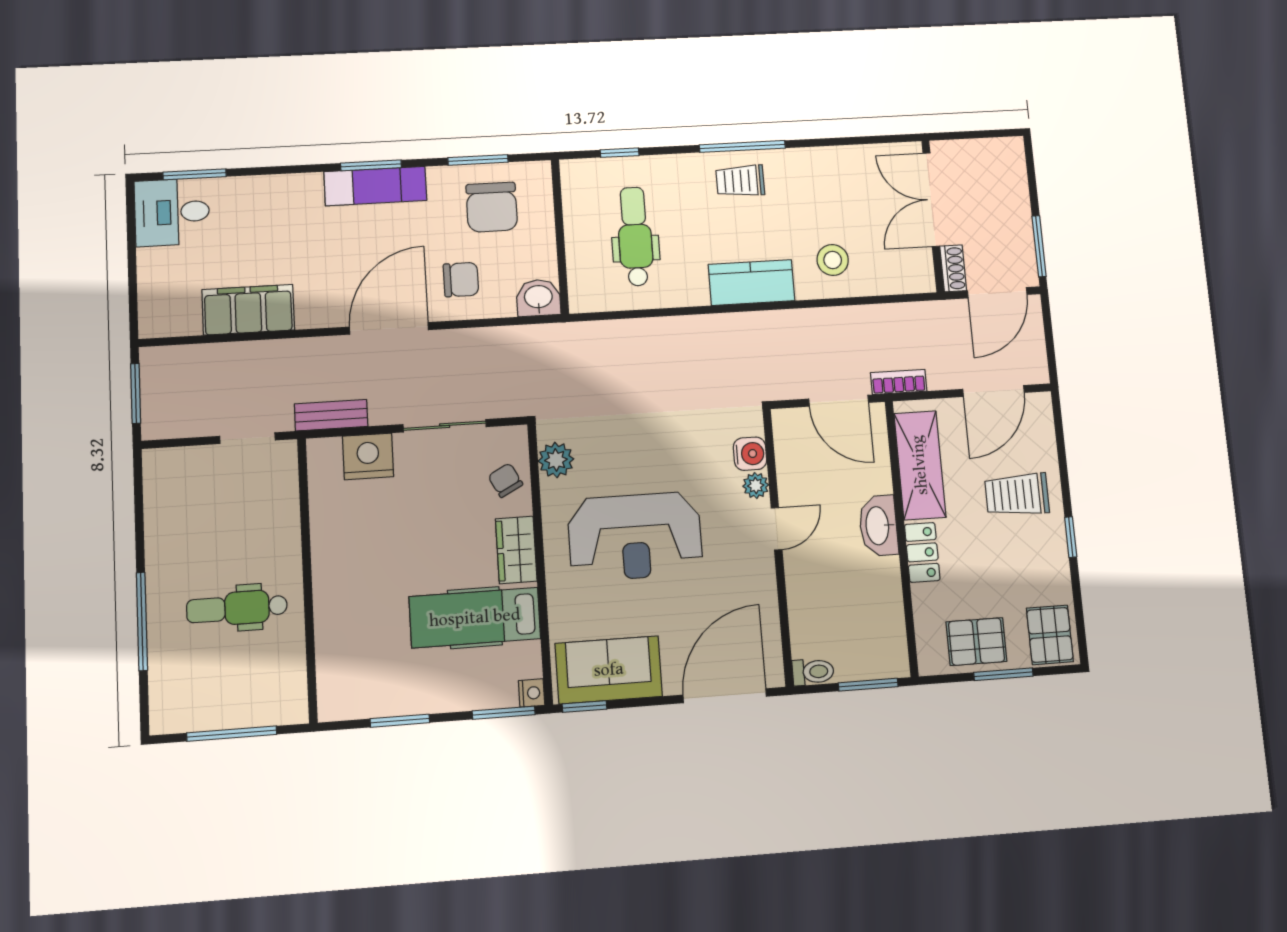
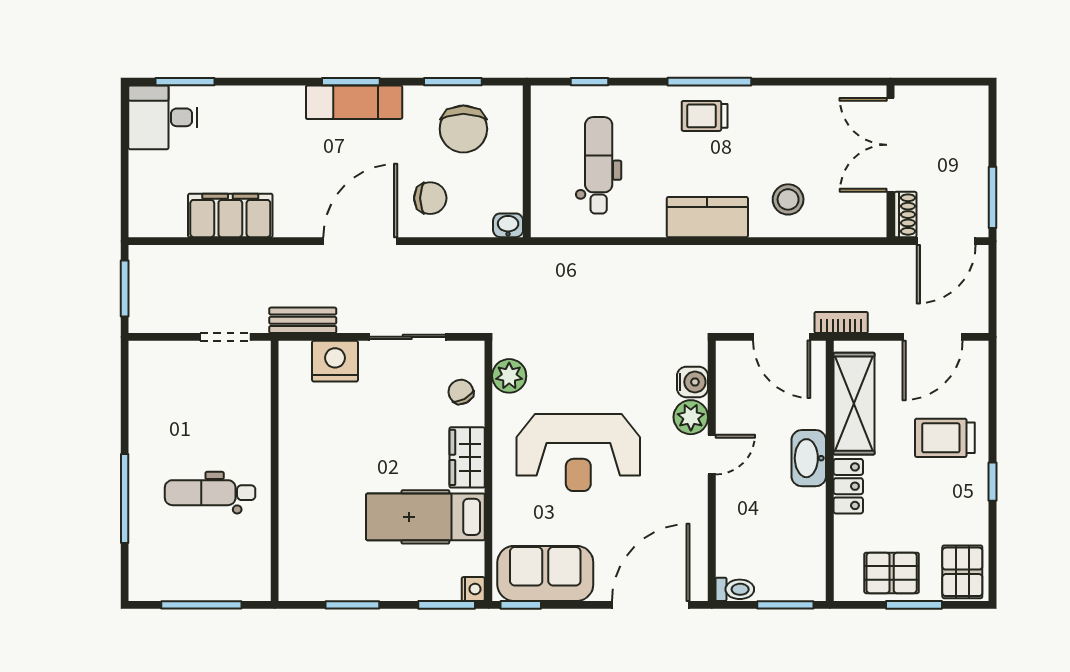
washbasin: (538, 298) -> (508, 225), width x0.72, depth x0.69
plant: (756, 486) -> (691, 417), width x1.38, depth x1.38

